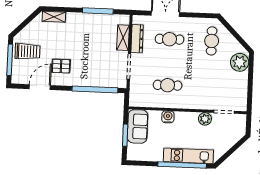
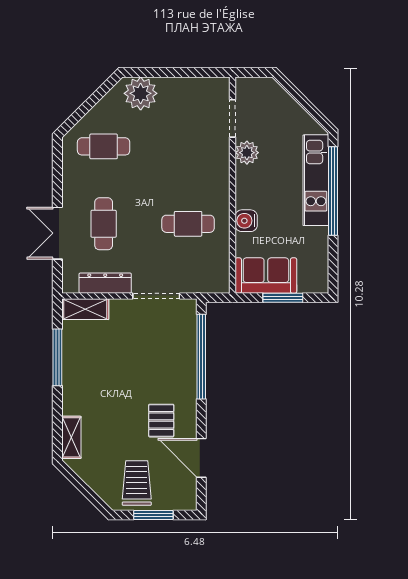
shelving: (123, 38) -> (85, 309), moved
window: (10, 60) -> (153, 515), width x0.69
cafe table: (168, 85) -> (188, 224), turned 90

